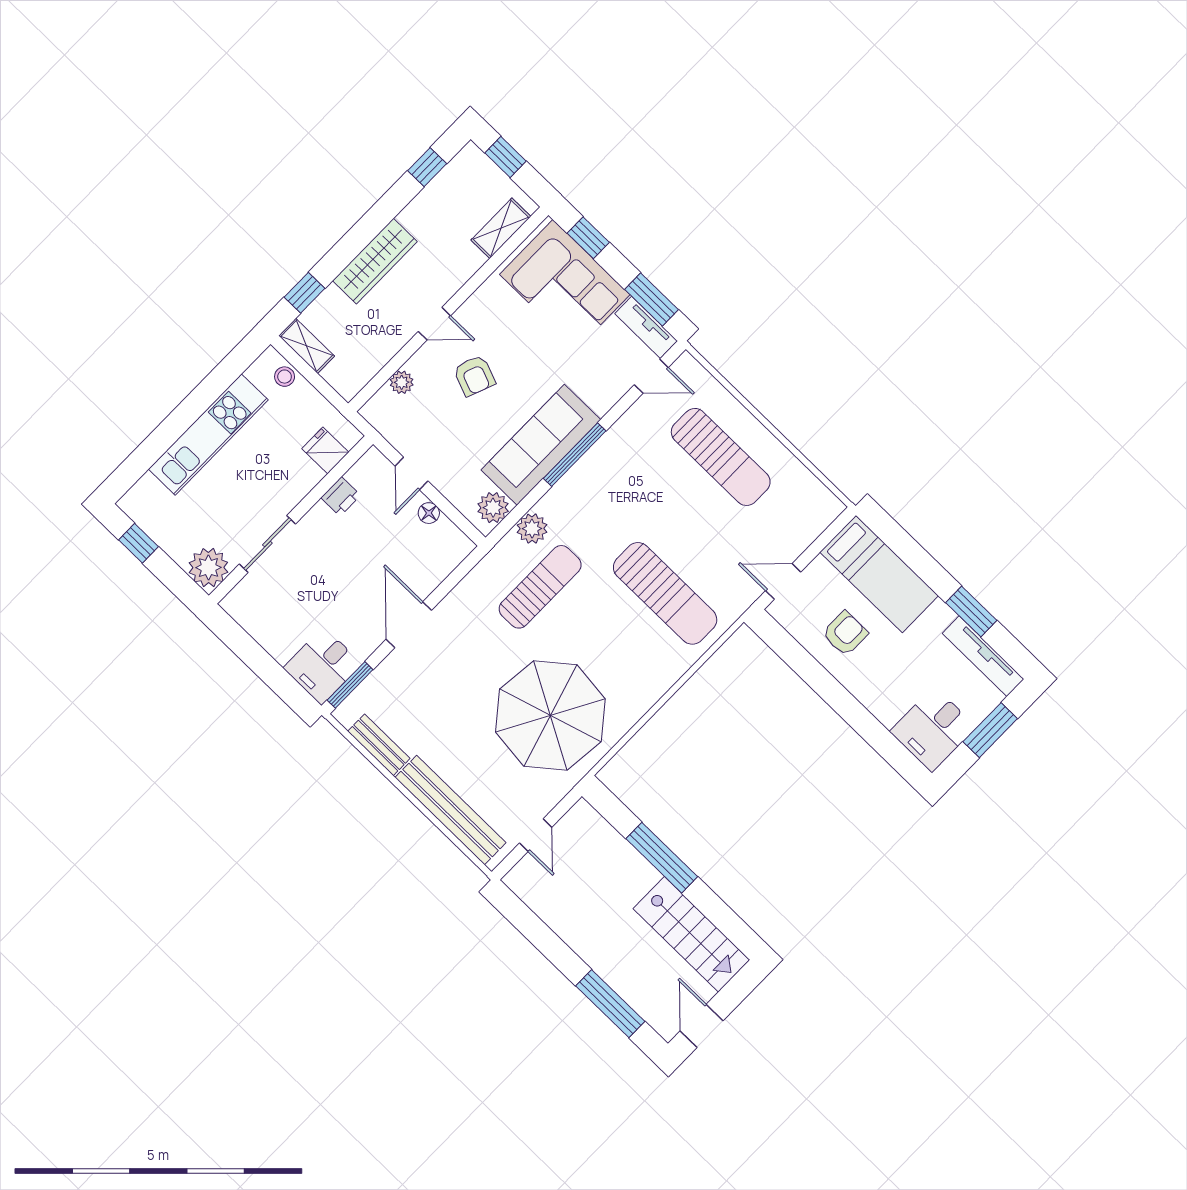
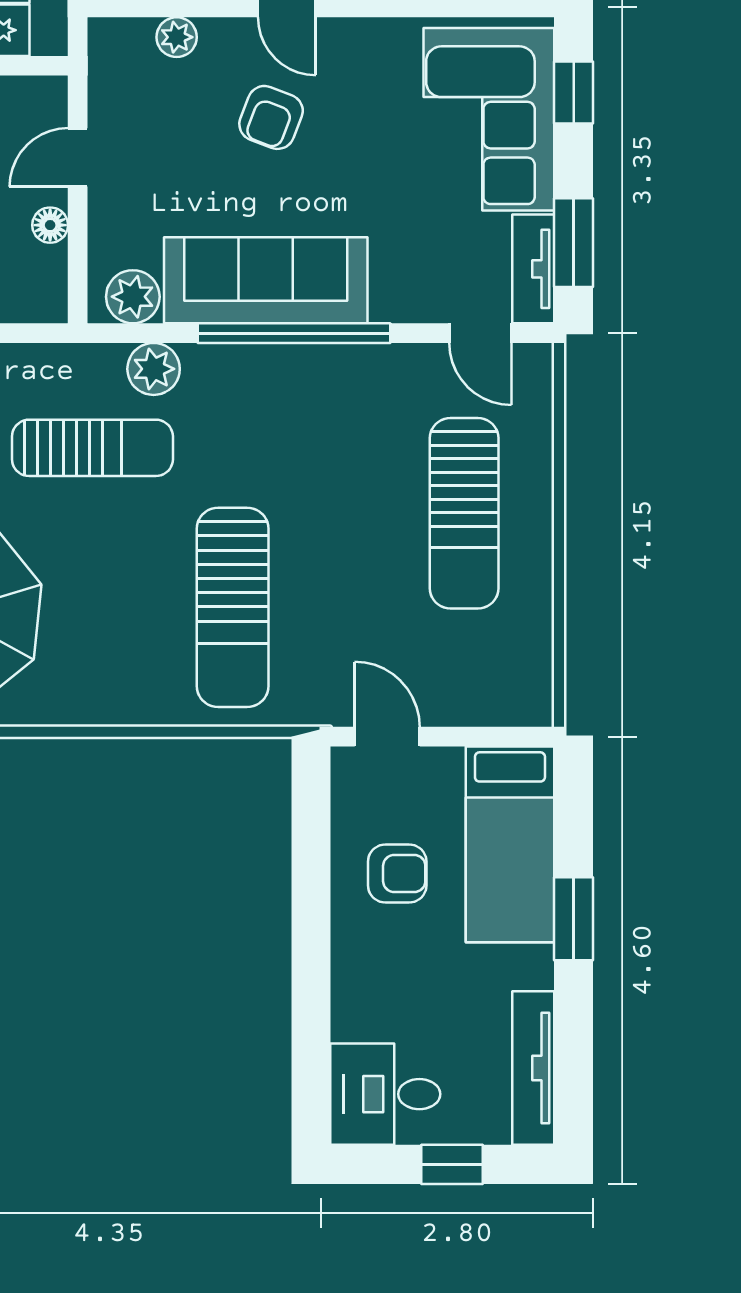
window: (575, 455) -> (294, 333), width x1.46
window: (971, 611) -> (574, 919), moved
window: (990, 730) -> (452, 1164), width x0.67

